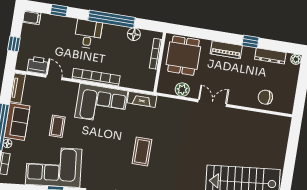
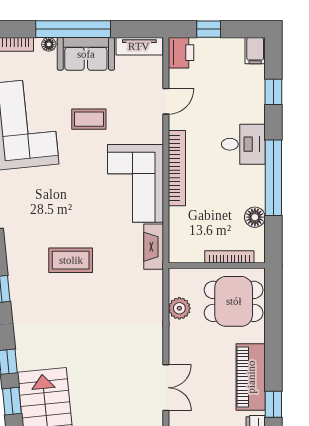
piano: (226, 50) -> (251, 377), width x1.37, depth x1.33
printer: (38, 65) -> (181, 53), moved
double door: (212, 103) -> (166, 388), moved

